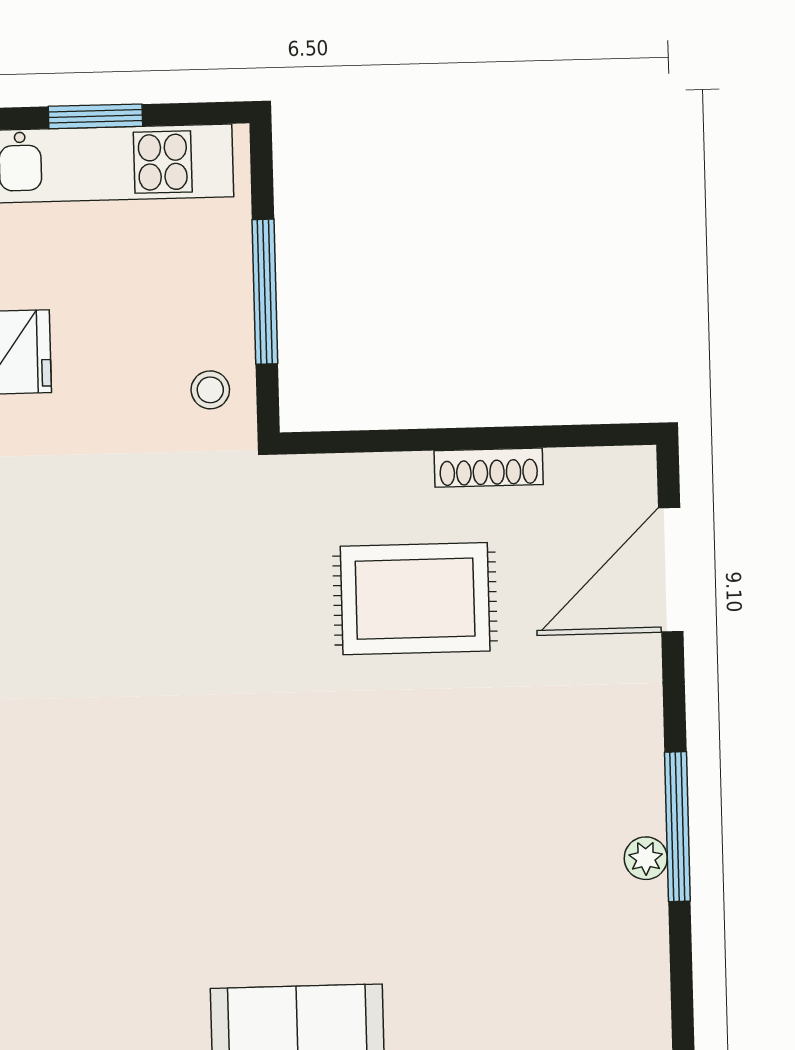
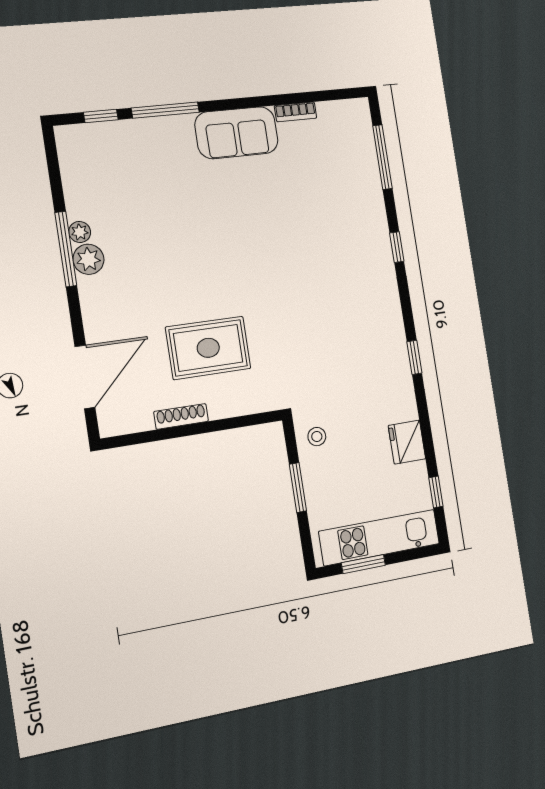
window: (95, 116) -> (363, 564), moved
window: (265, 292) -> (298, 487), width x0.69
plant: (635, 802) -> (88, 259), added

